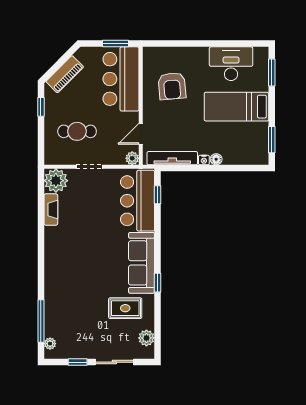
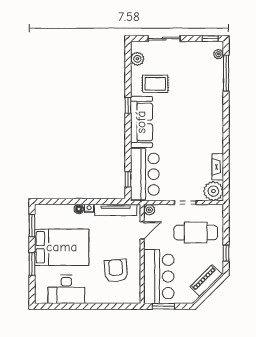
window: (272, 72) -> (32, 264), moved
bed: (236, 107) -> (62, 247), width x1.50
cafe table: (77, 131) -> (196, 233), width x1.37, depth x1.35
window: (78, 362) -> (210, 39), moved

